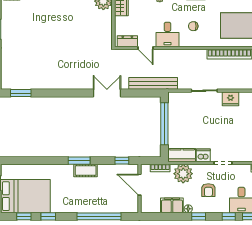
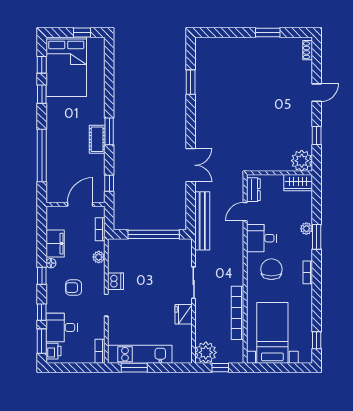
chair: (193, 26) -> (271, 269), width x1.87, depth x1.87
window: (21, 93) -> (191, 82), moved
kitchen counter: (182, 155) -> (116, 256), removed
plant: (183, 174) -> (99, 257), width x0.53, depth x0.53

